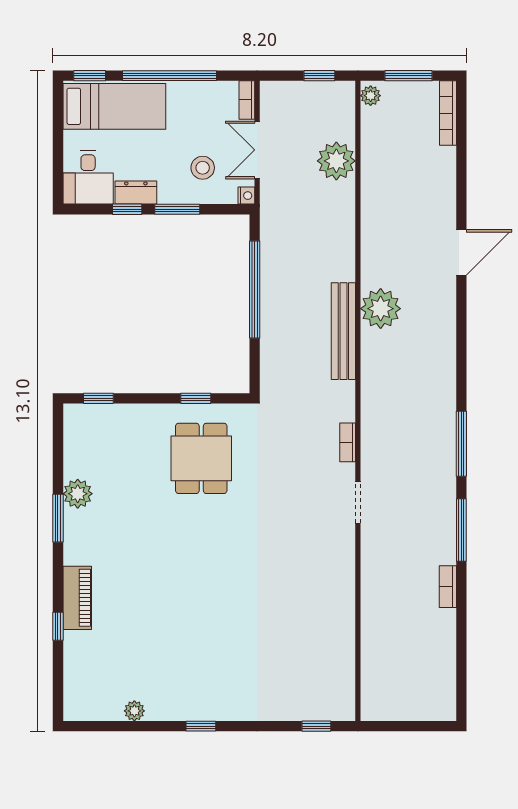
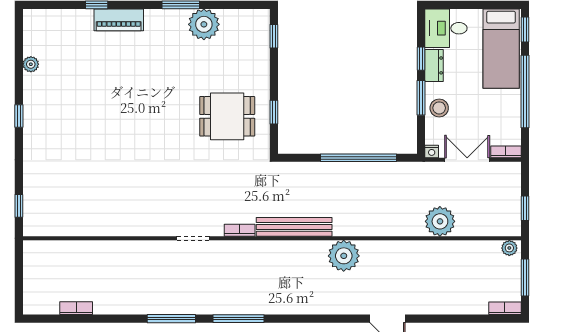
bookcase: (448, 113) -> (505, 308), width x0.64
plant: (336, 161) -> (440, 221), moved
stool: (203, 168) -> (439, 108), moved
bench: (343, 331) -> (294, 227), moved
plant: (78, 494) -> (204, 24), width x1.36, depth x1.36
bookcase: (448, 587) -> (76, 308), moved

